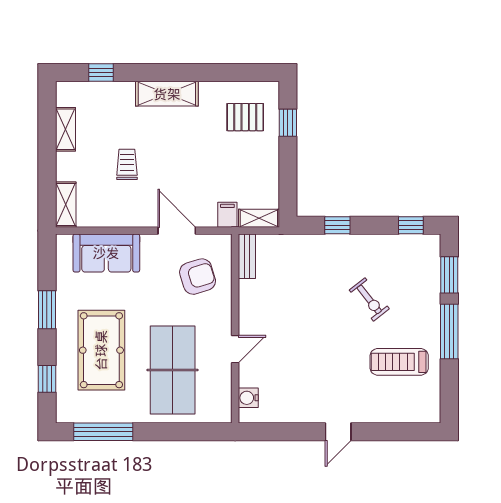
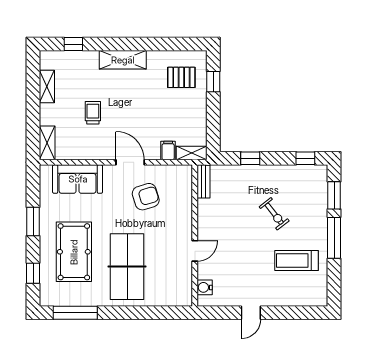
bench: (247, 256) -> (204, 181), moved
wall: (235, 328) -> (195, 236), moved
door: (235, 349) -> (195, 251), moved
water cooler: (248, 398) -> (205, 287), moved

